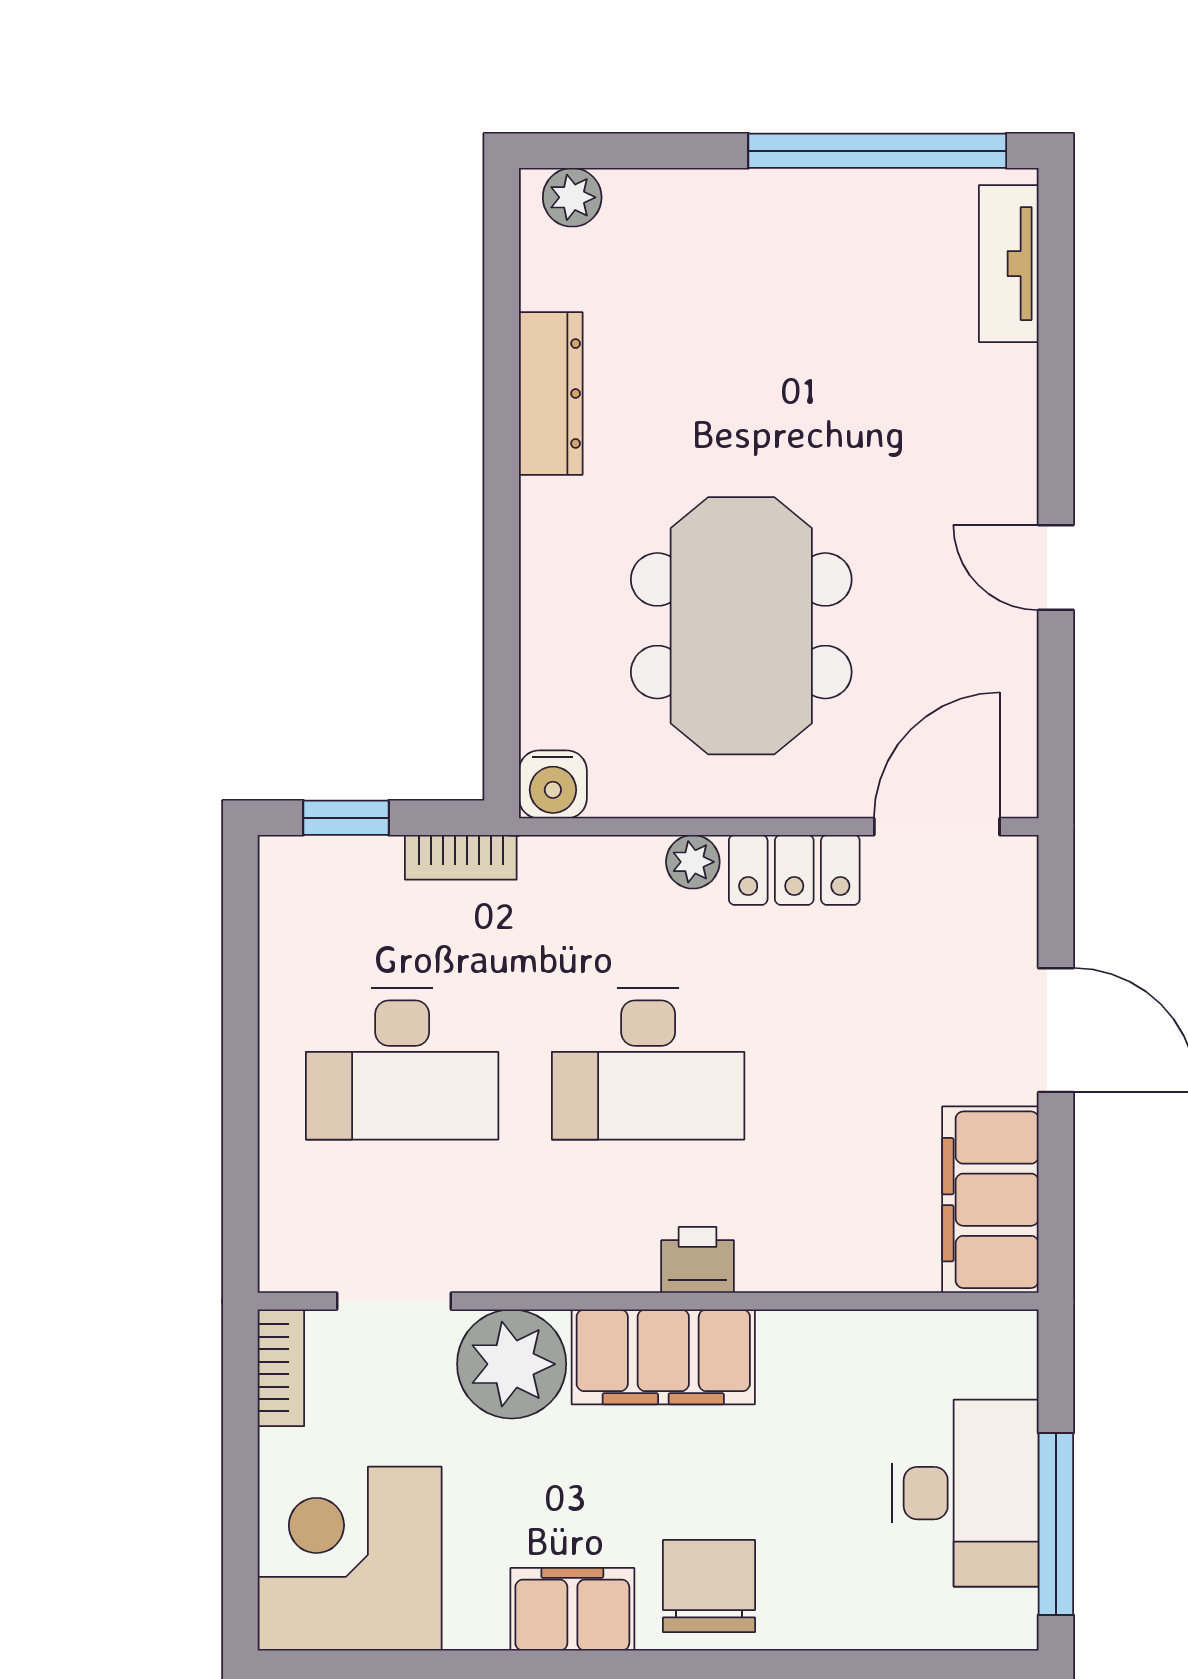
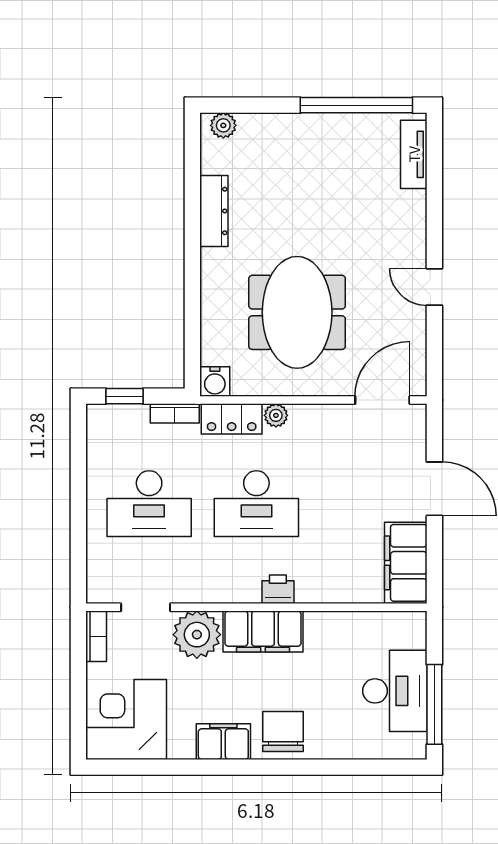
locker: (794, 870) -> (232, 419), moved

